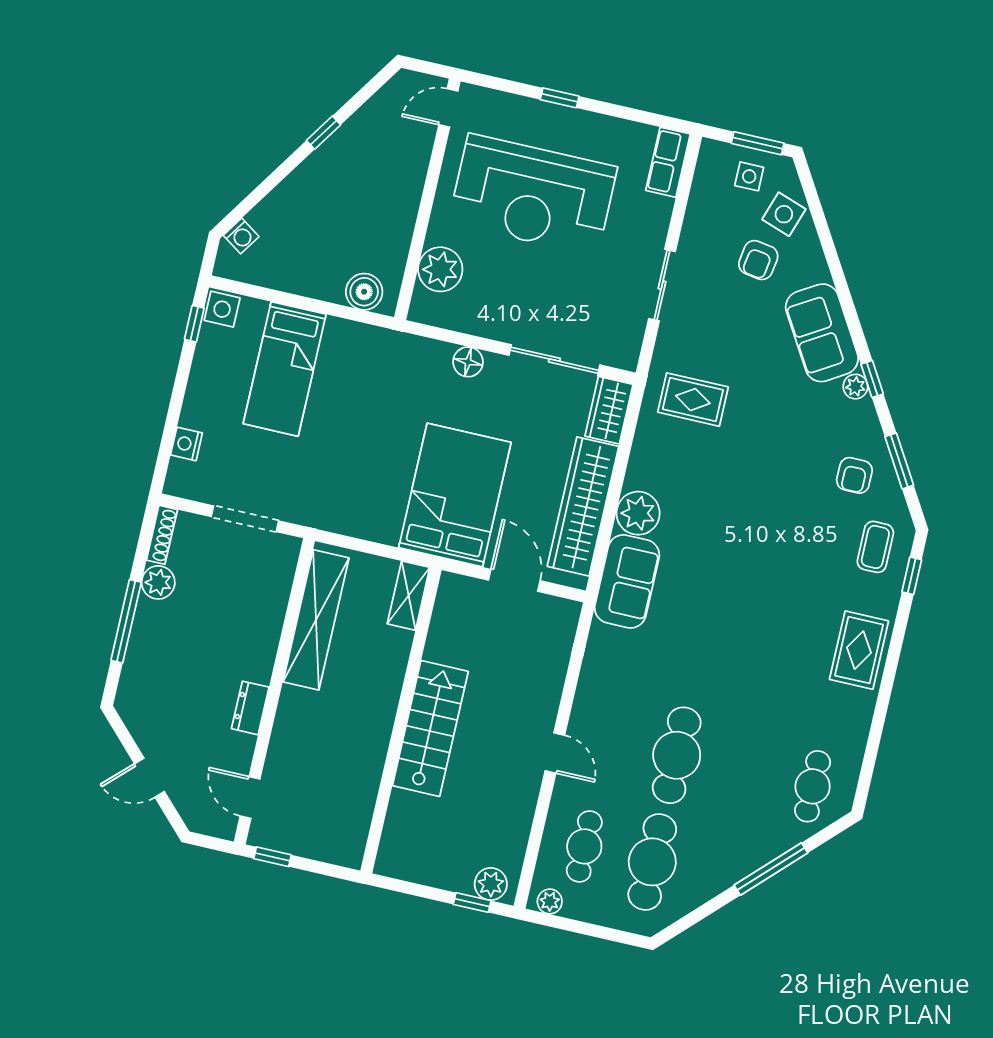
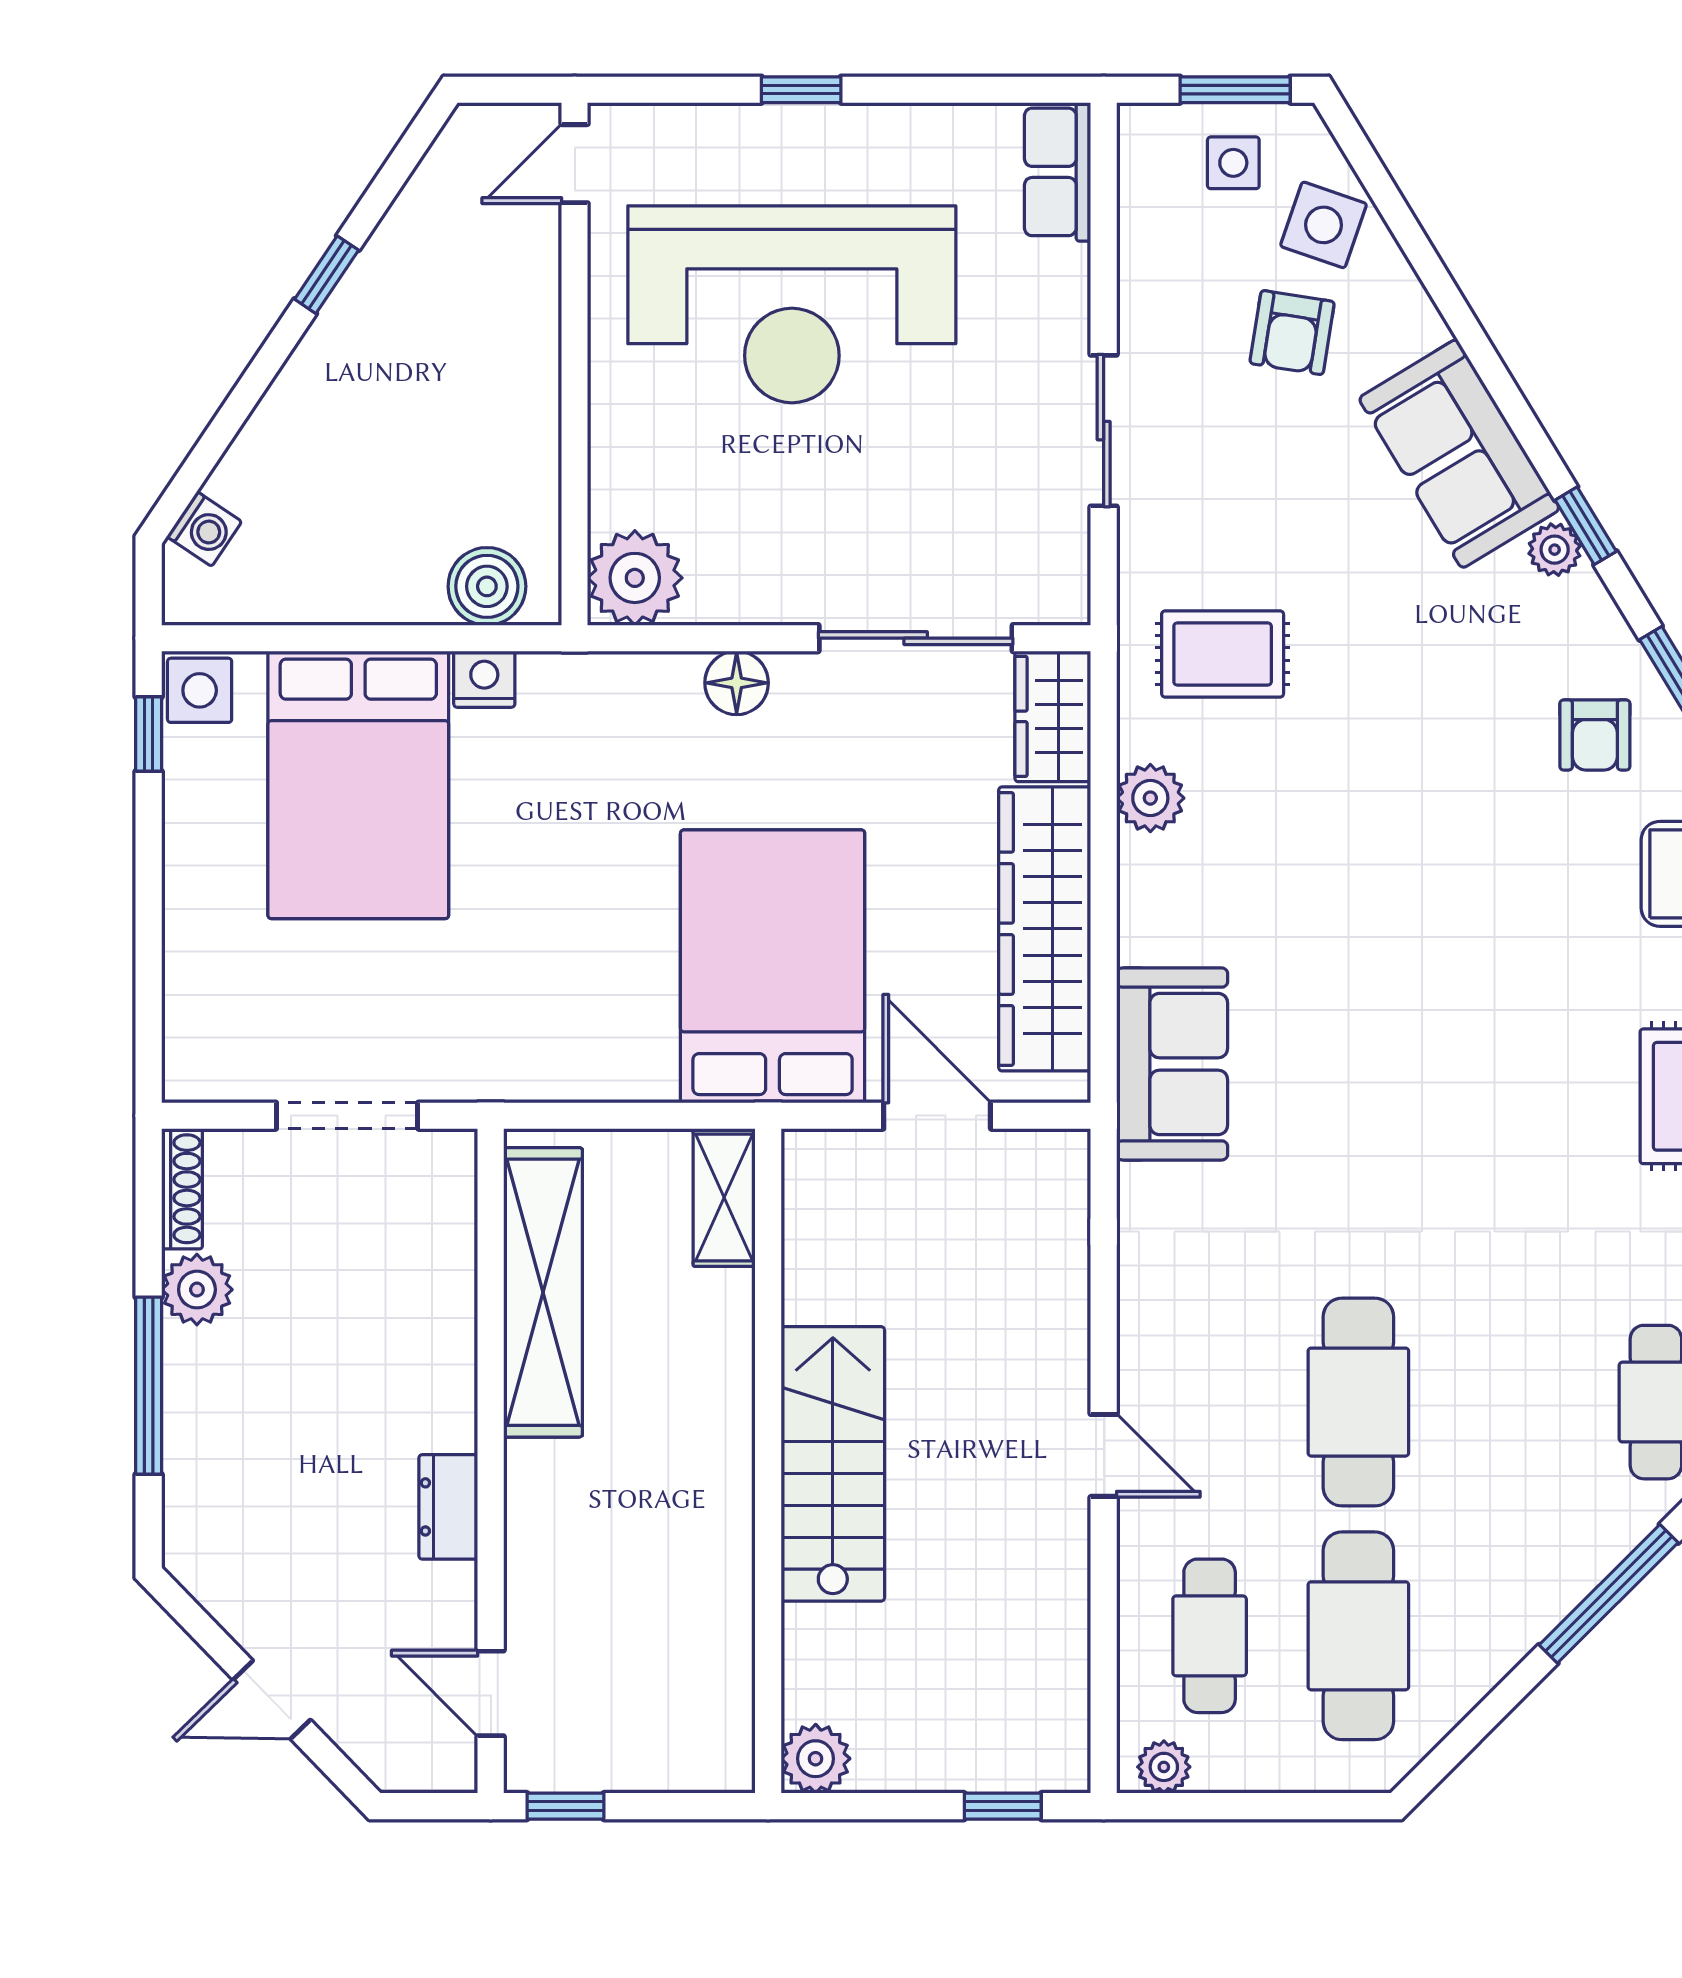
plant: (440, 269) -> (635, 578), moved
bed: (285, 369) -> (358, 785), width x1.50
nightstand: (186, 444) -> (484, 679), moved, turned 90
plant: (638, 513) -> (1150, 798), moved, width x0.73, depth x0.73
plant: (491, 884) -> (816, 1759), moved

